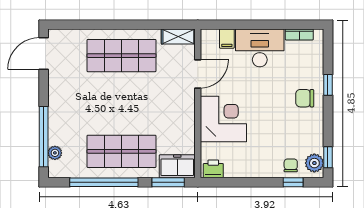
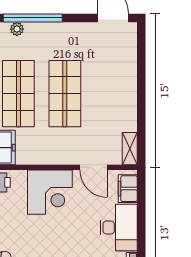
filing cabinet: (227, 39) -> (128, 189), width x2.00
shop shelf: (122, 56) -> (65, 94), moved

